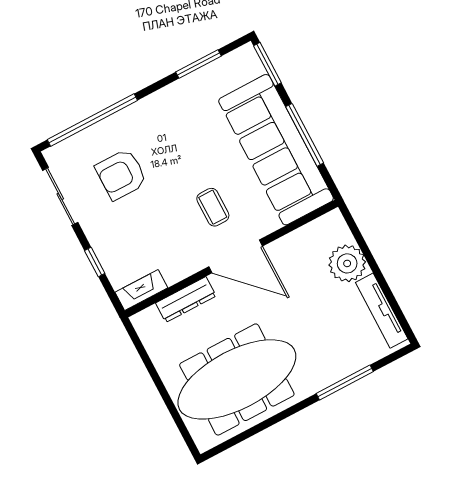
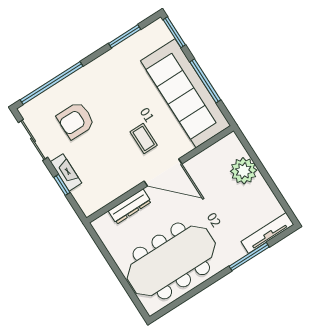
fireplace: (141, 290) -> (66, 172), moved, turned 90
tv unit: (382, 311) -> (267, 233), moved, turned 90

